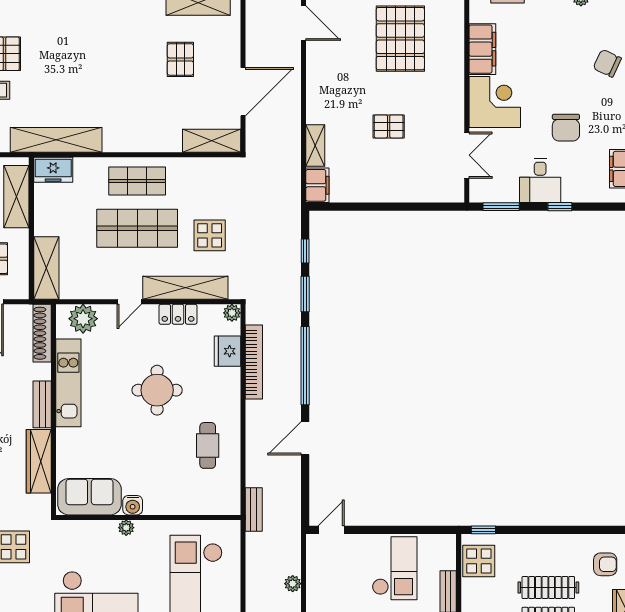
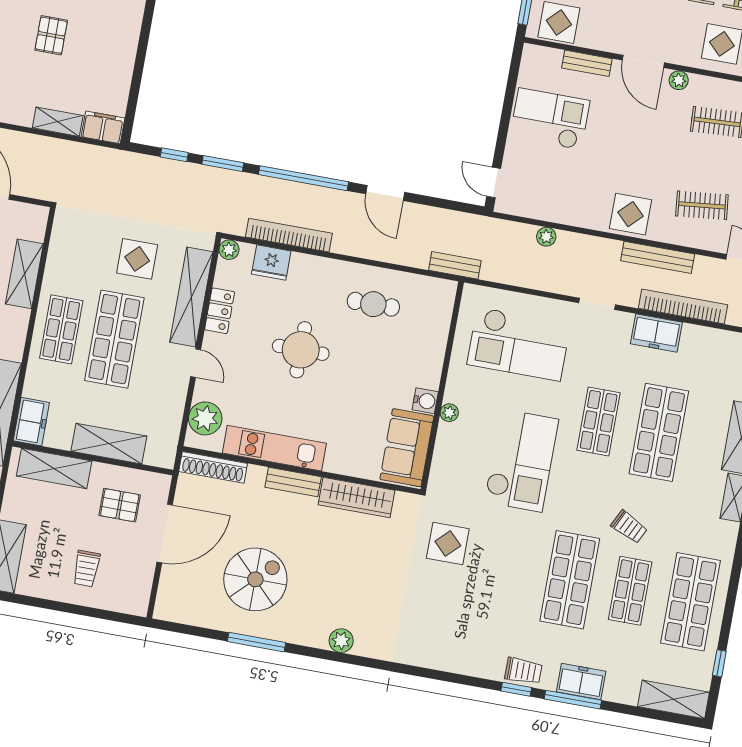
shelving: (212, 141) -> (24, 274), moved
shelving: (46, 268) -> (109, 444), moved

